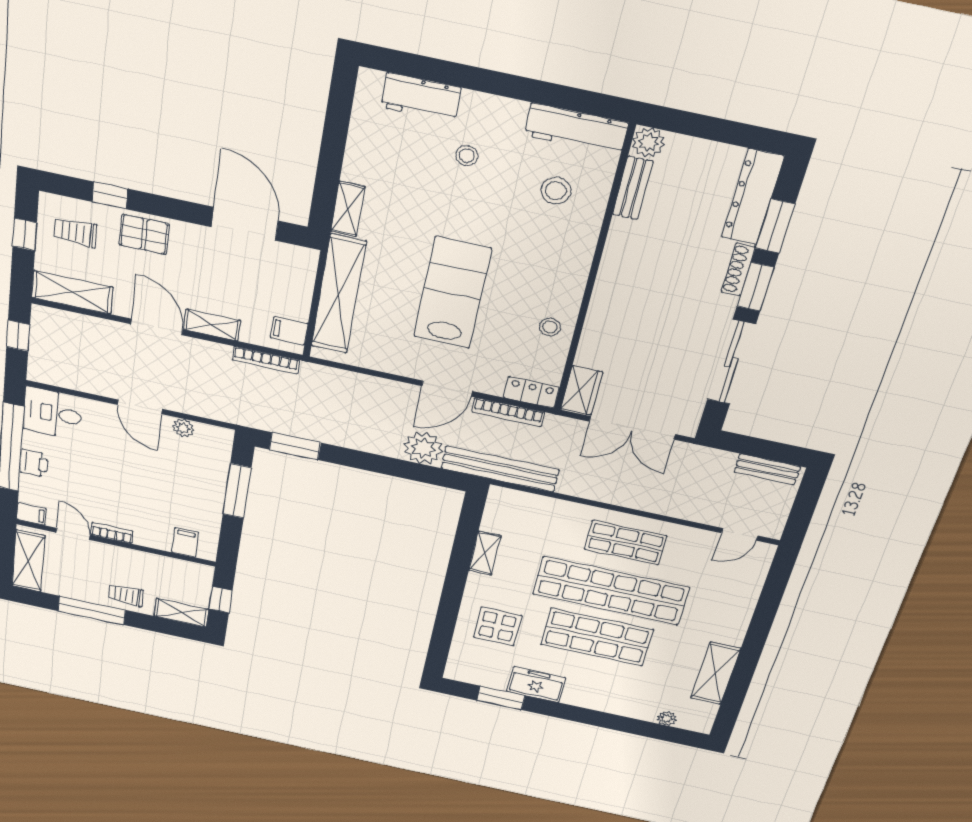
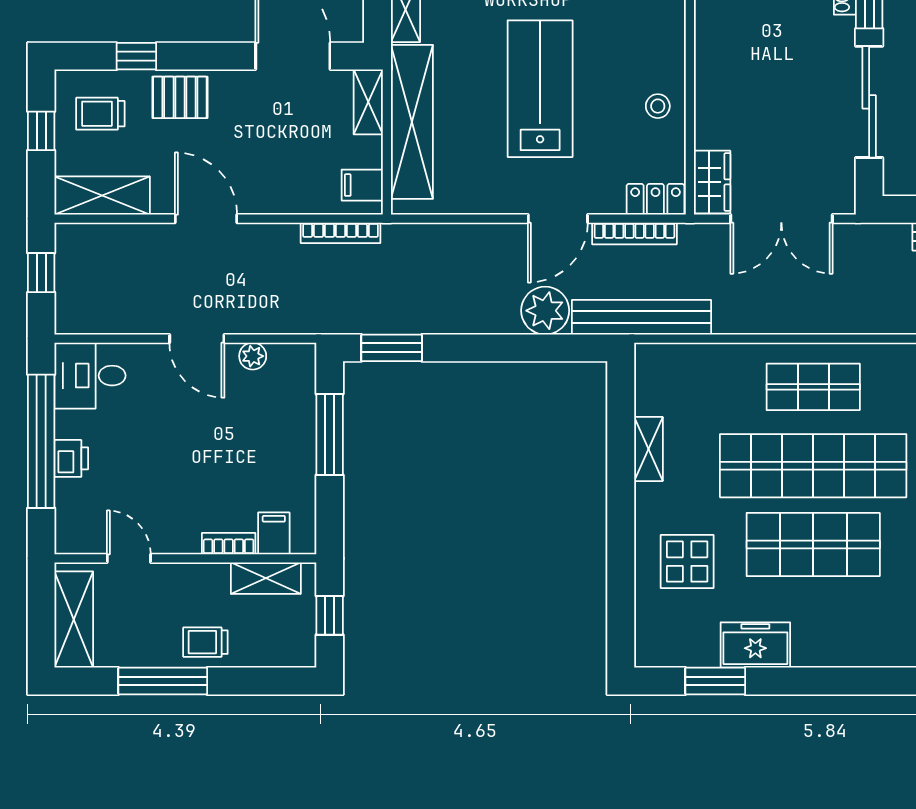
shelving: (212, 325) -> (368, 102), moved, turned 90
filing cabinet: (31, 514) -> (73, 540), removed
bookcase: (112, 533) -> (229, 544), moved
shelving: (181, 613) -> (266, 578), moved

